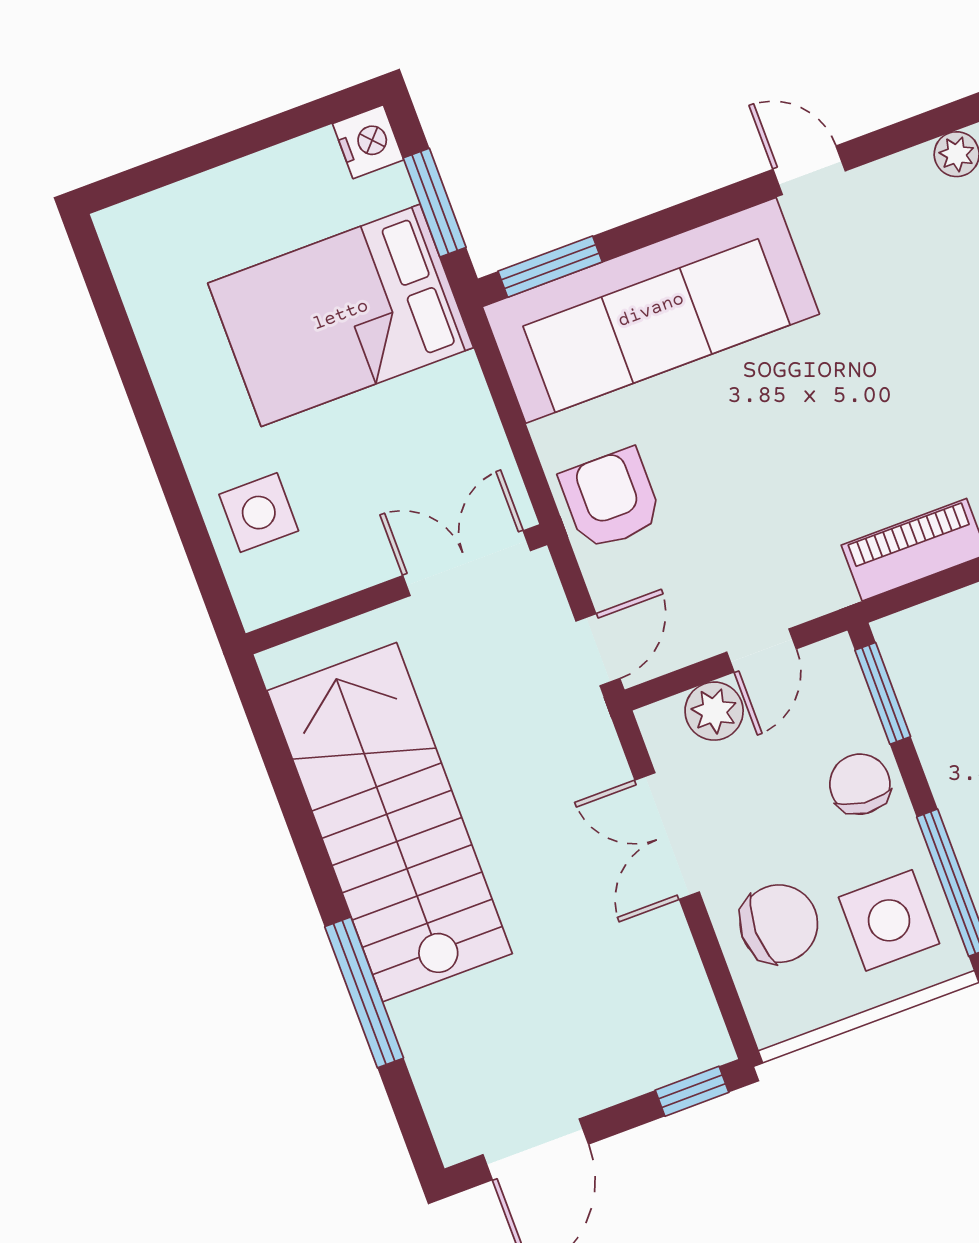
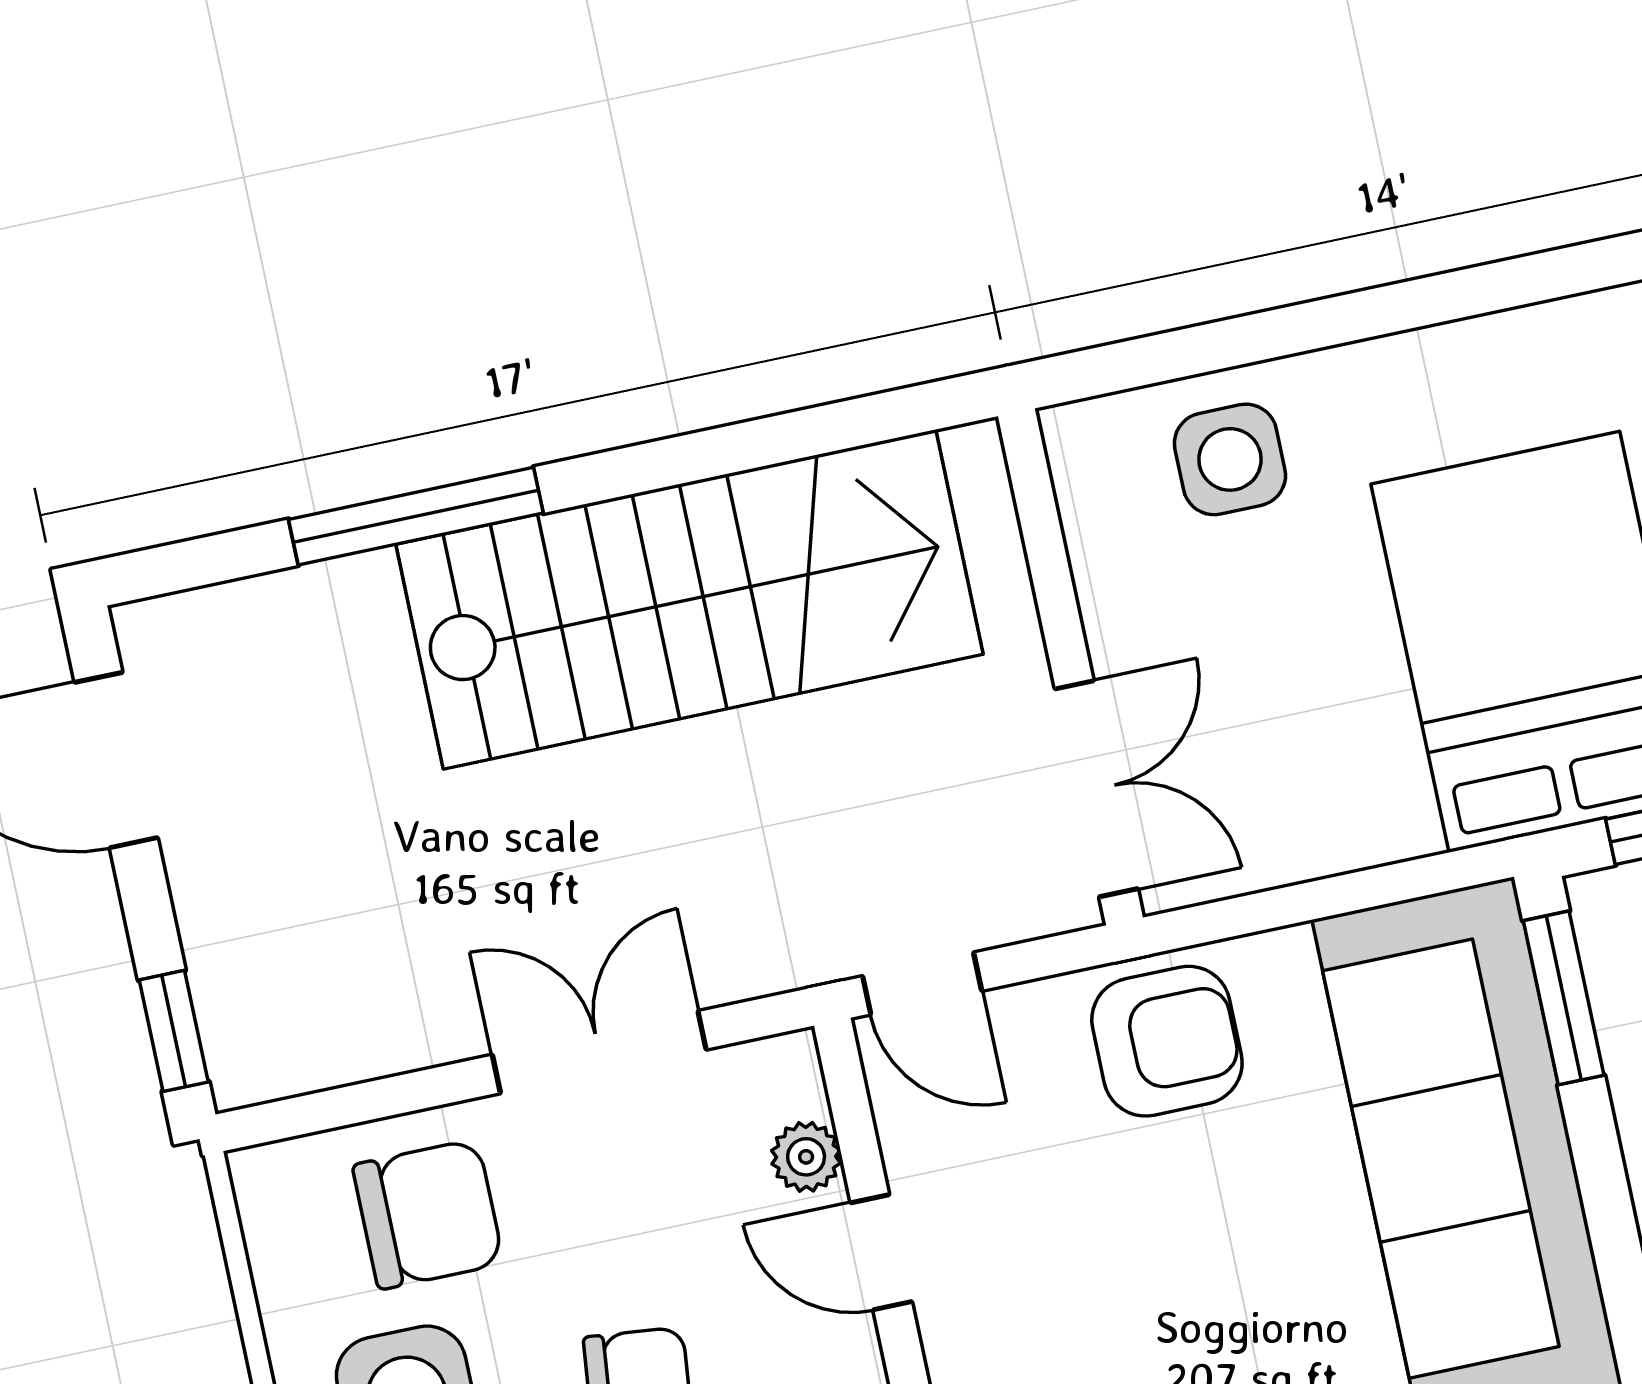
plant: (714, 711) -> (806, 1157), width x0.73, depth x0.73
chair: (779, 924) -> (428, 1214), turned -90

